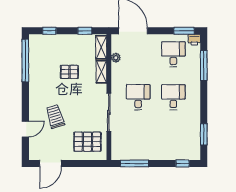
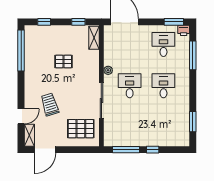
plant: (116, 58) -> (108, 70), moved
shelving: (101, 72) -> (29, 135), moved
window: (183, 163) -> (153, 150), moved

